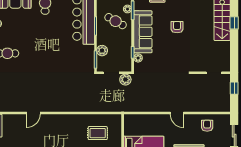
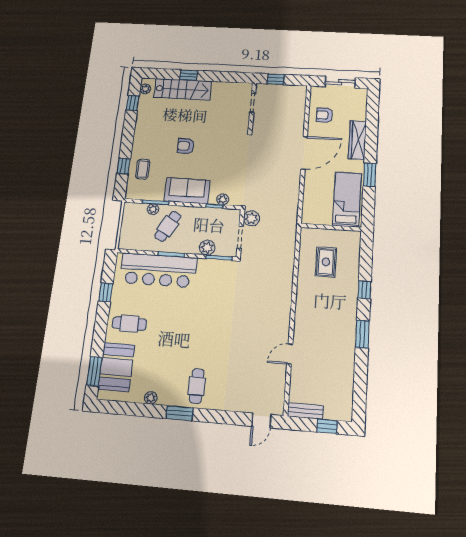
sofa: (143, 32) -> (187, 191), width x0.73
door: (33, 113) -> (290, 354), swing flipped
door: (177, 113) -> (304, 153), width x1.87

